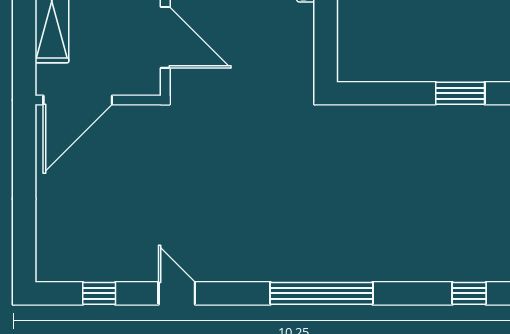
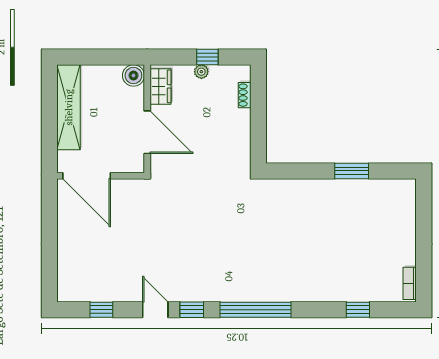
door: (78, 100) -> (87, 176), hinge flipped
window: (229, 293) -> (192, 310), added

